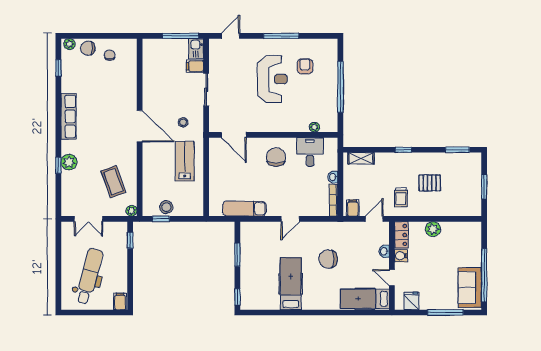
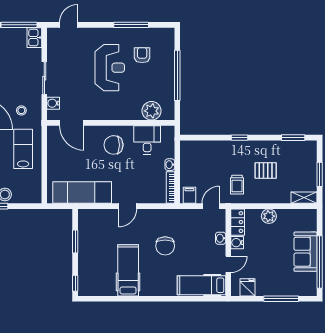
window: (281, 36) -> (131, 25), moved
filing cabinet: (195, 66) -> (33, 55), removed
water cooler: (215, 115) -> (53, 103), added
plant: (314, 127) -> (152, 111), width x1.88, depth x1.88
chair: (276, 157) -> (114, 145), turned -90
shelving: (361, 158) -> (304, 198), moved
exam couch: (244, 209) -> (82, 193), width x1.36, depth x1.45
chair: (328, 259) -> (165, 246), turned -90
door: (392, 278) -> (228, 264), swing flipped
sofa: (470, 288) -> (305, 252), moved

